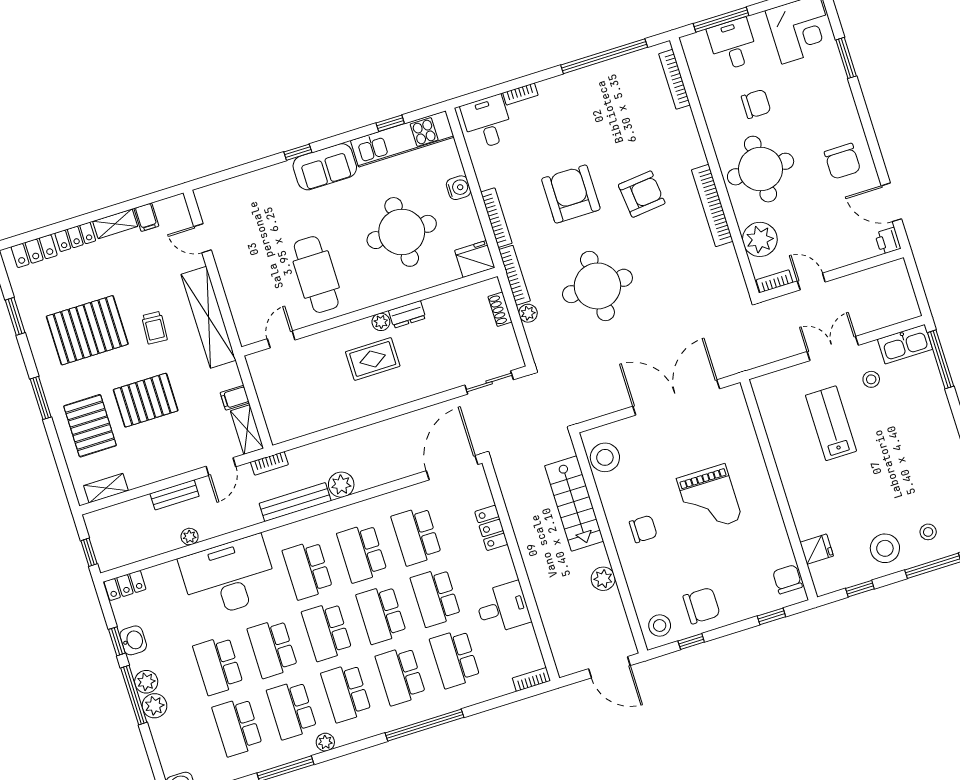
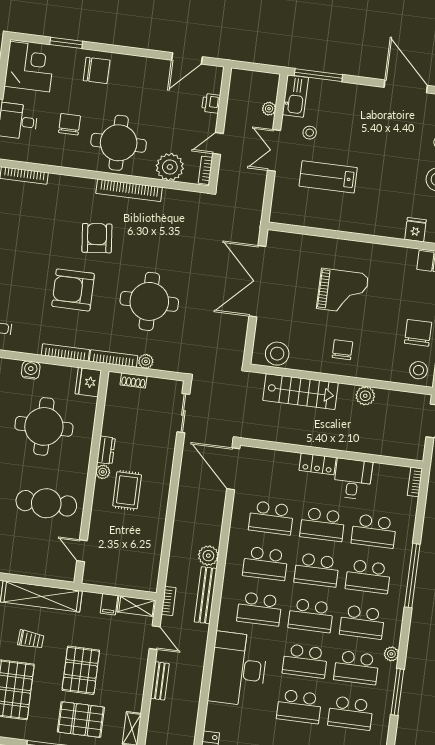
chair: (842, 161) -> (97, 70), moved
printer: (888, 241) -> (211, 103), moved, turned 90
locker: (491, 528) -> (318, 464), moved
plant: (190, 537) -> (269, 109), moved

